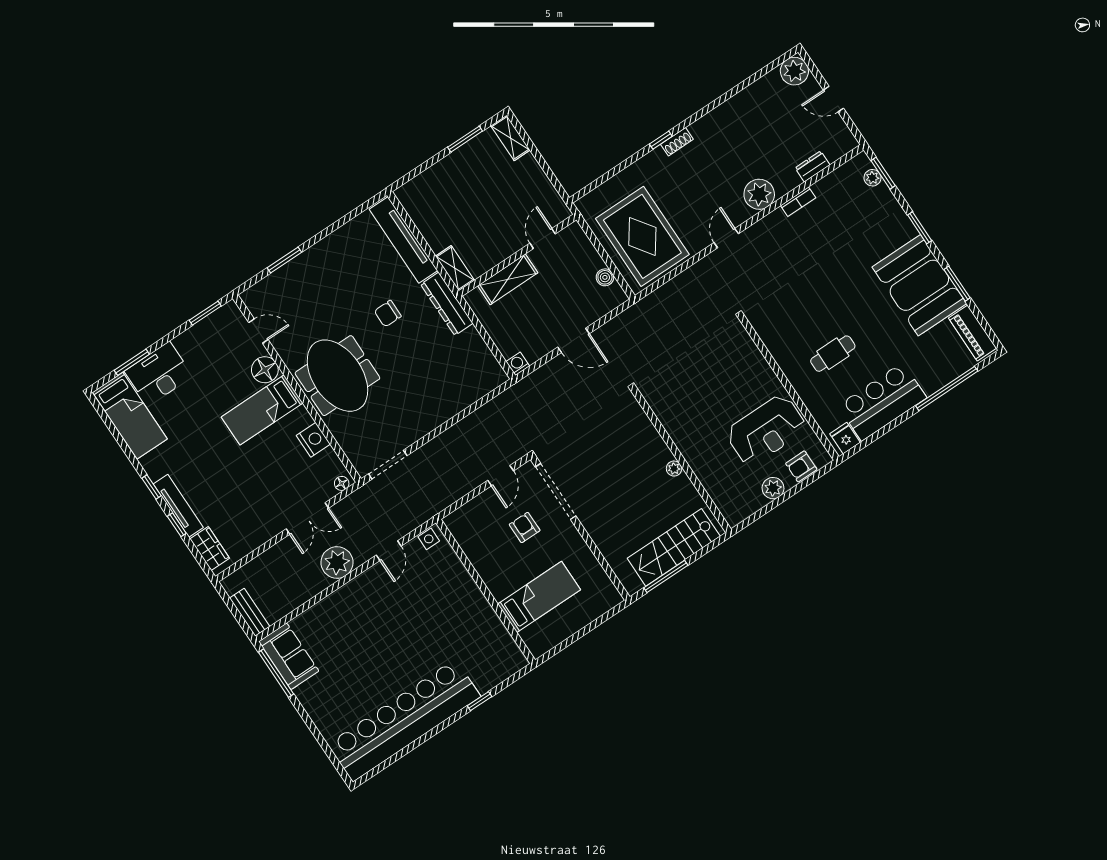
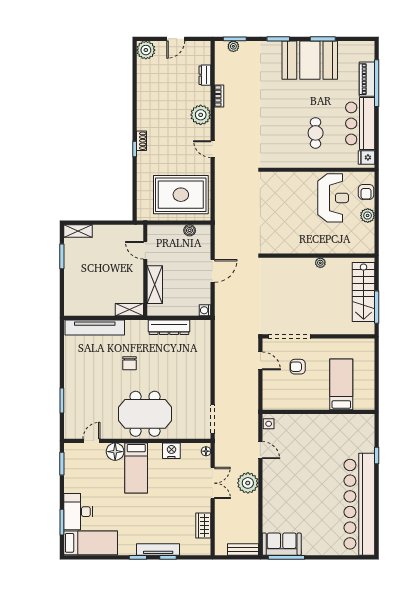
dresser: (447, 304) -> (169, 327), moved
piano: (973, 333) -> (367, 79), moved, turned 90
wardrobe: (210, 549) -> (203, 525), moved, turned -90

